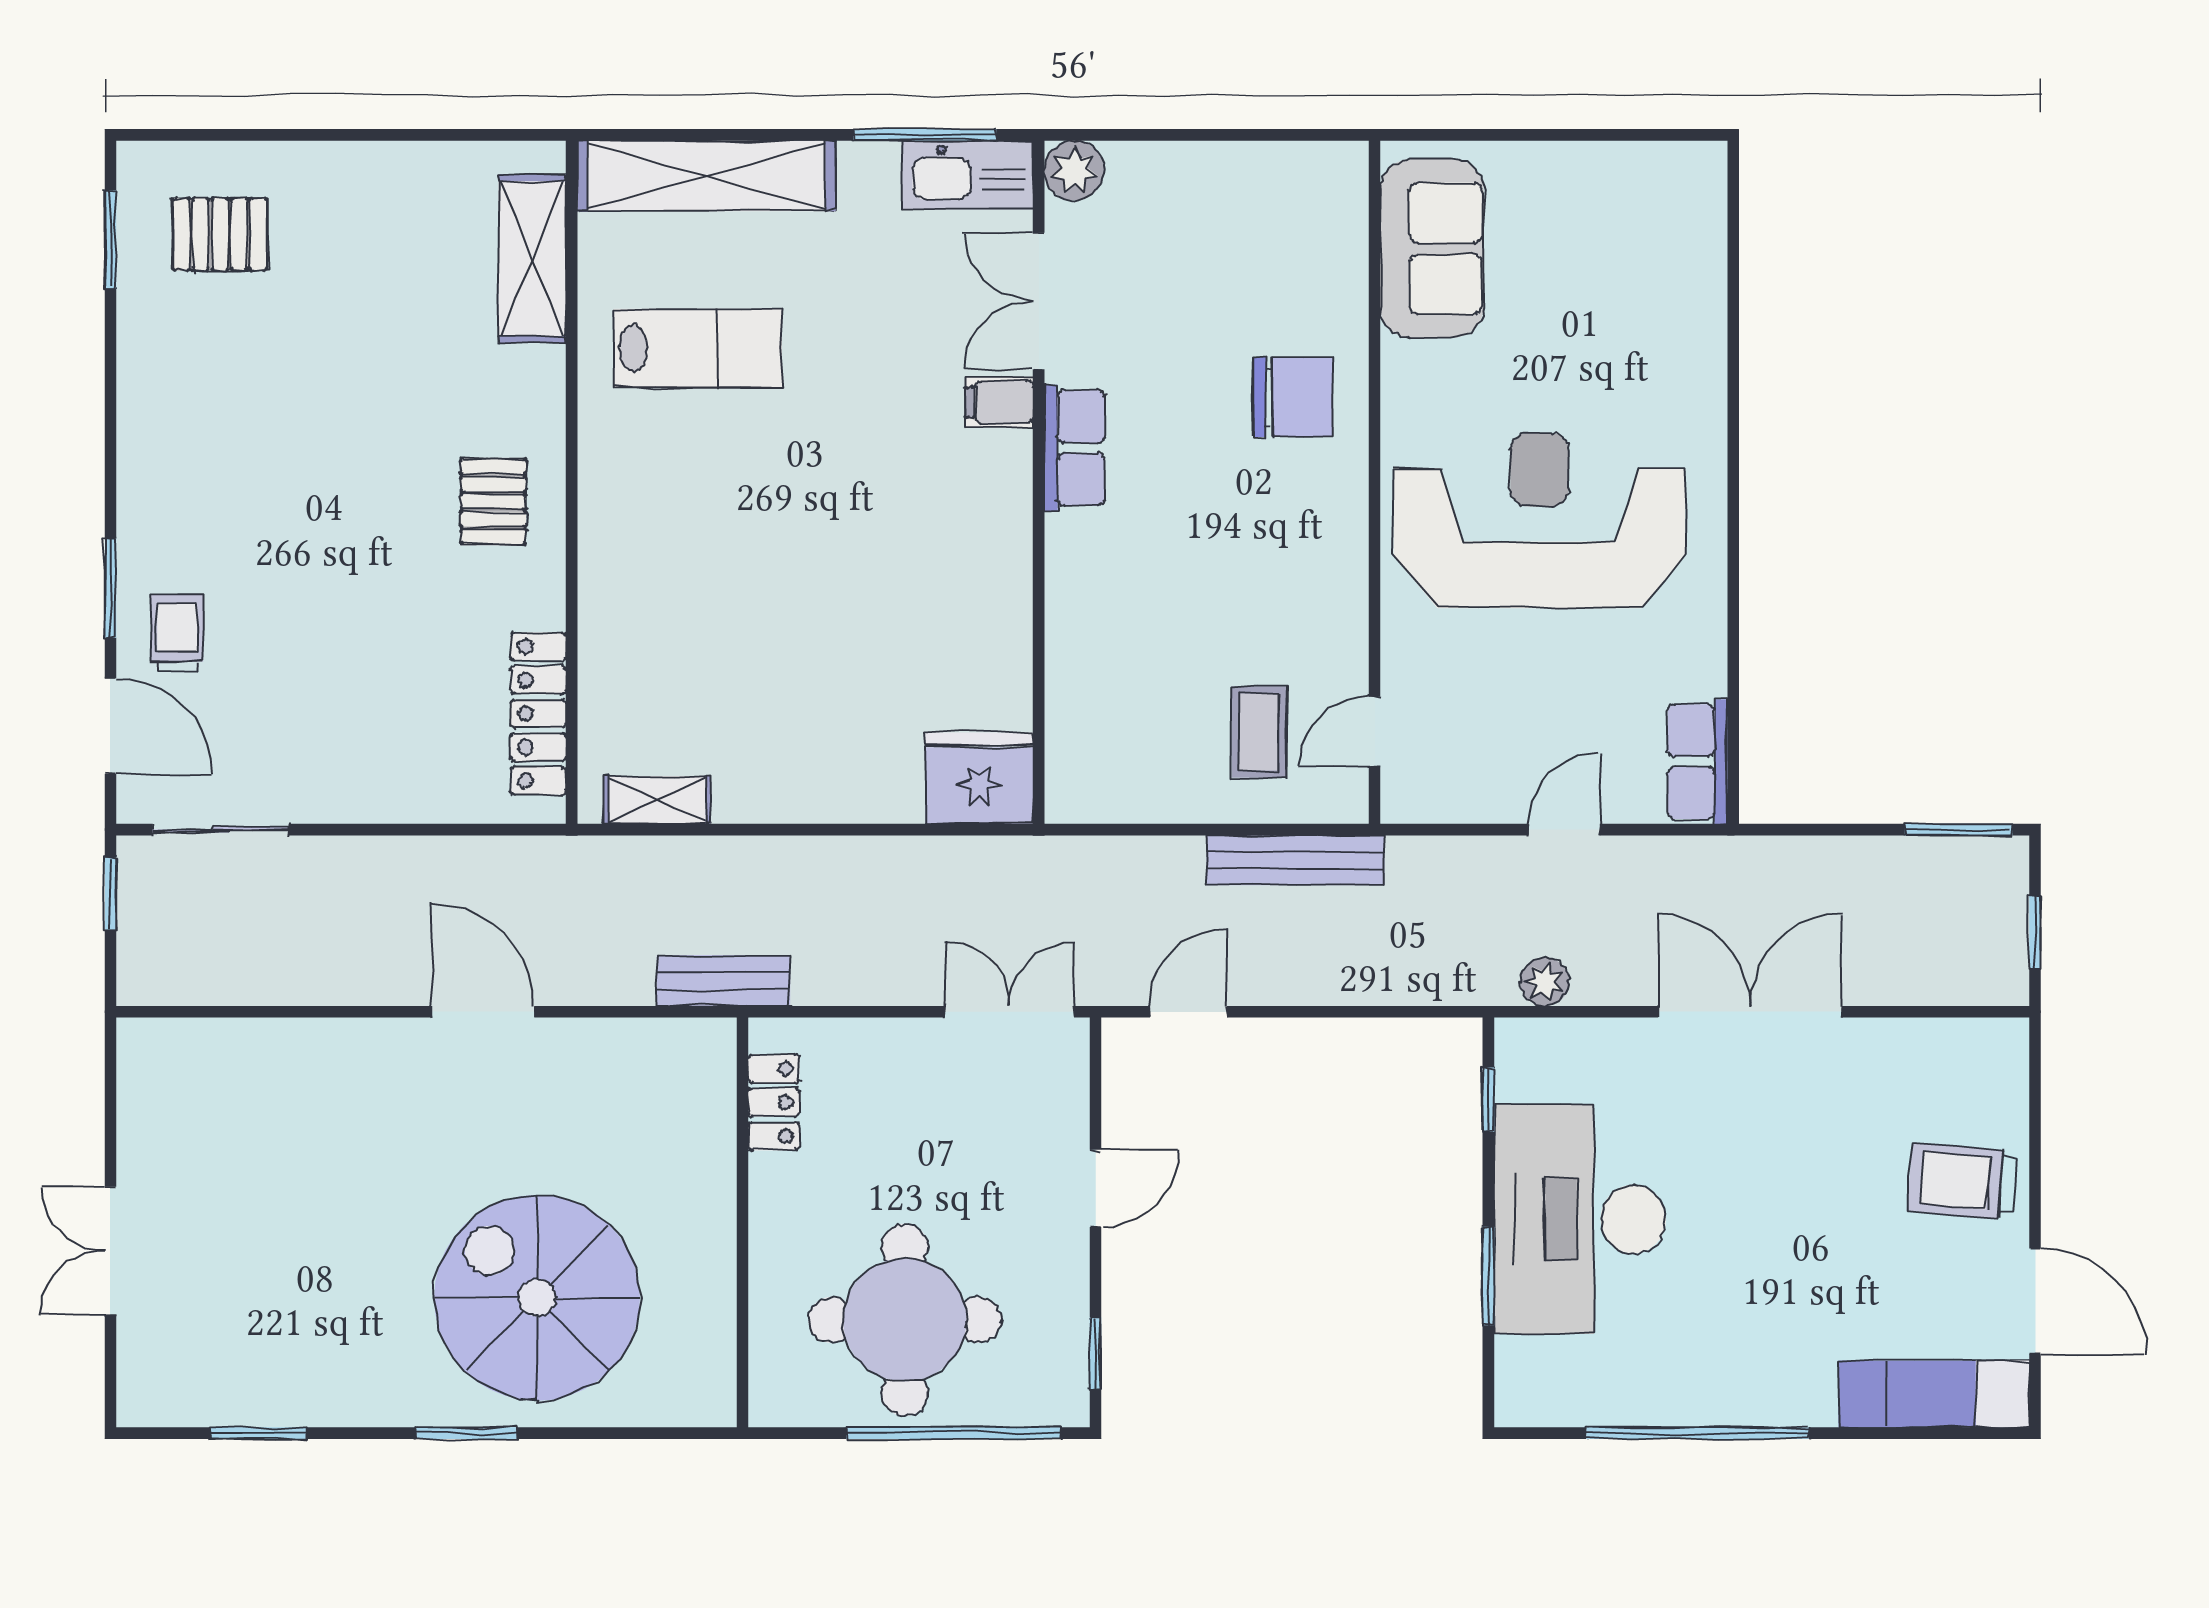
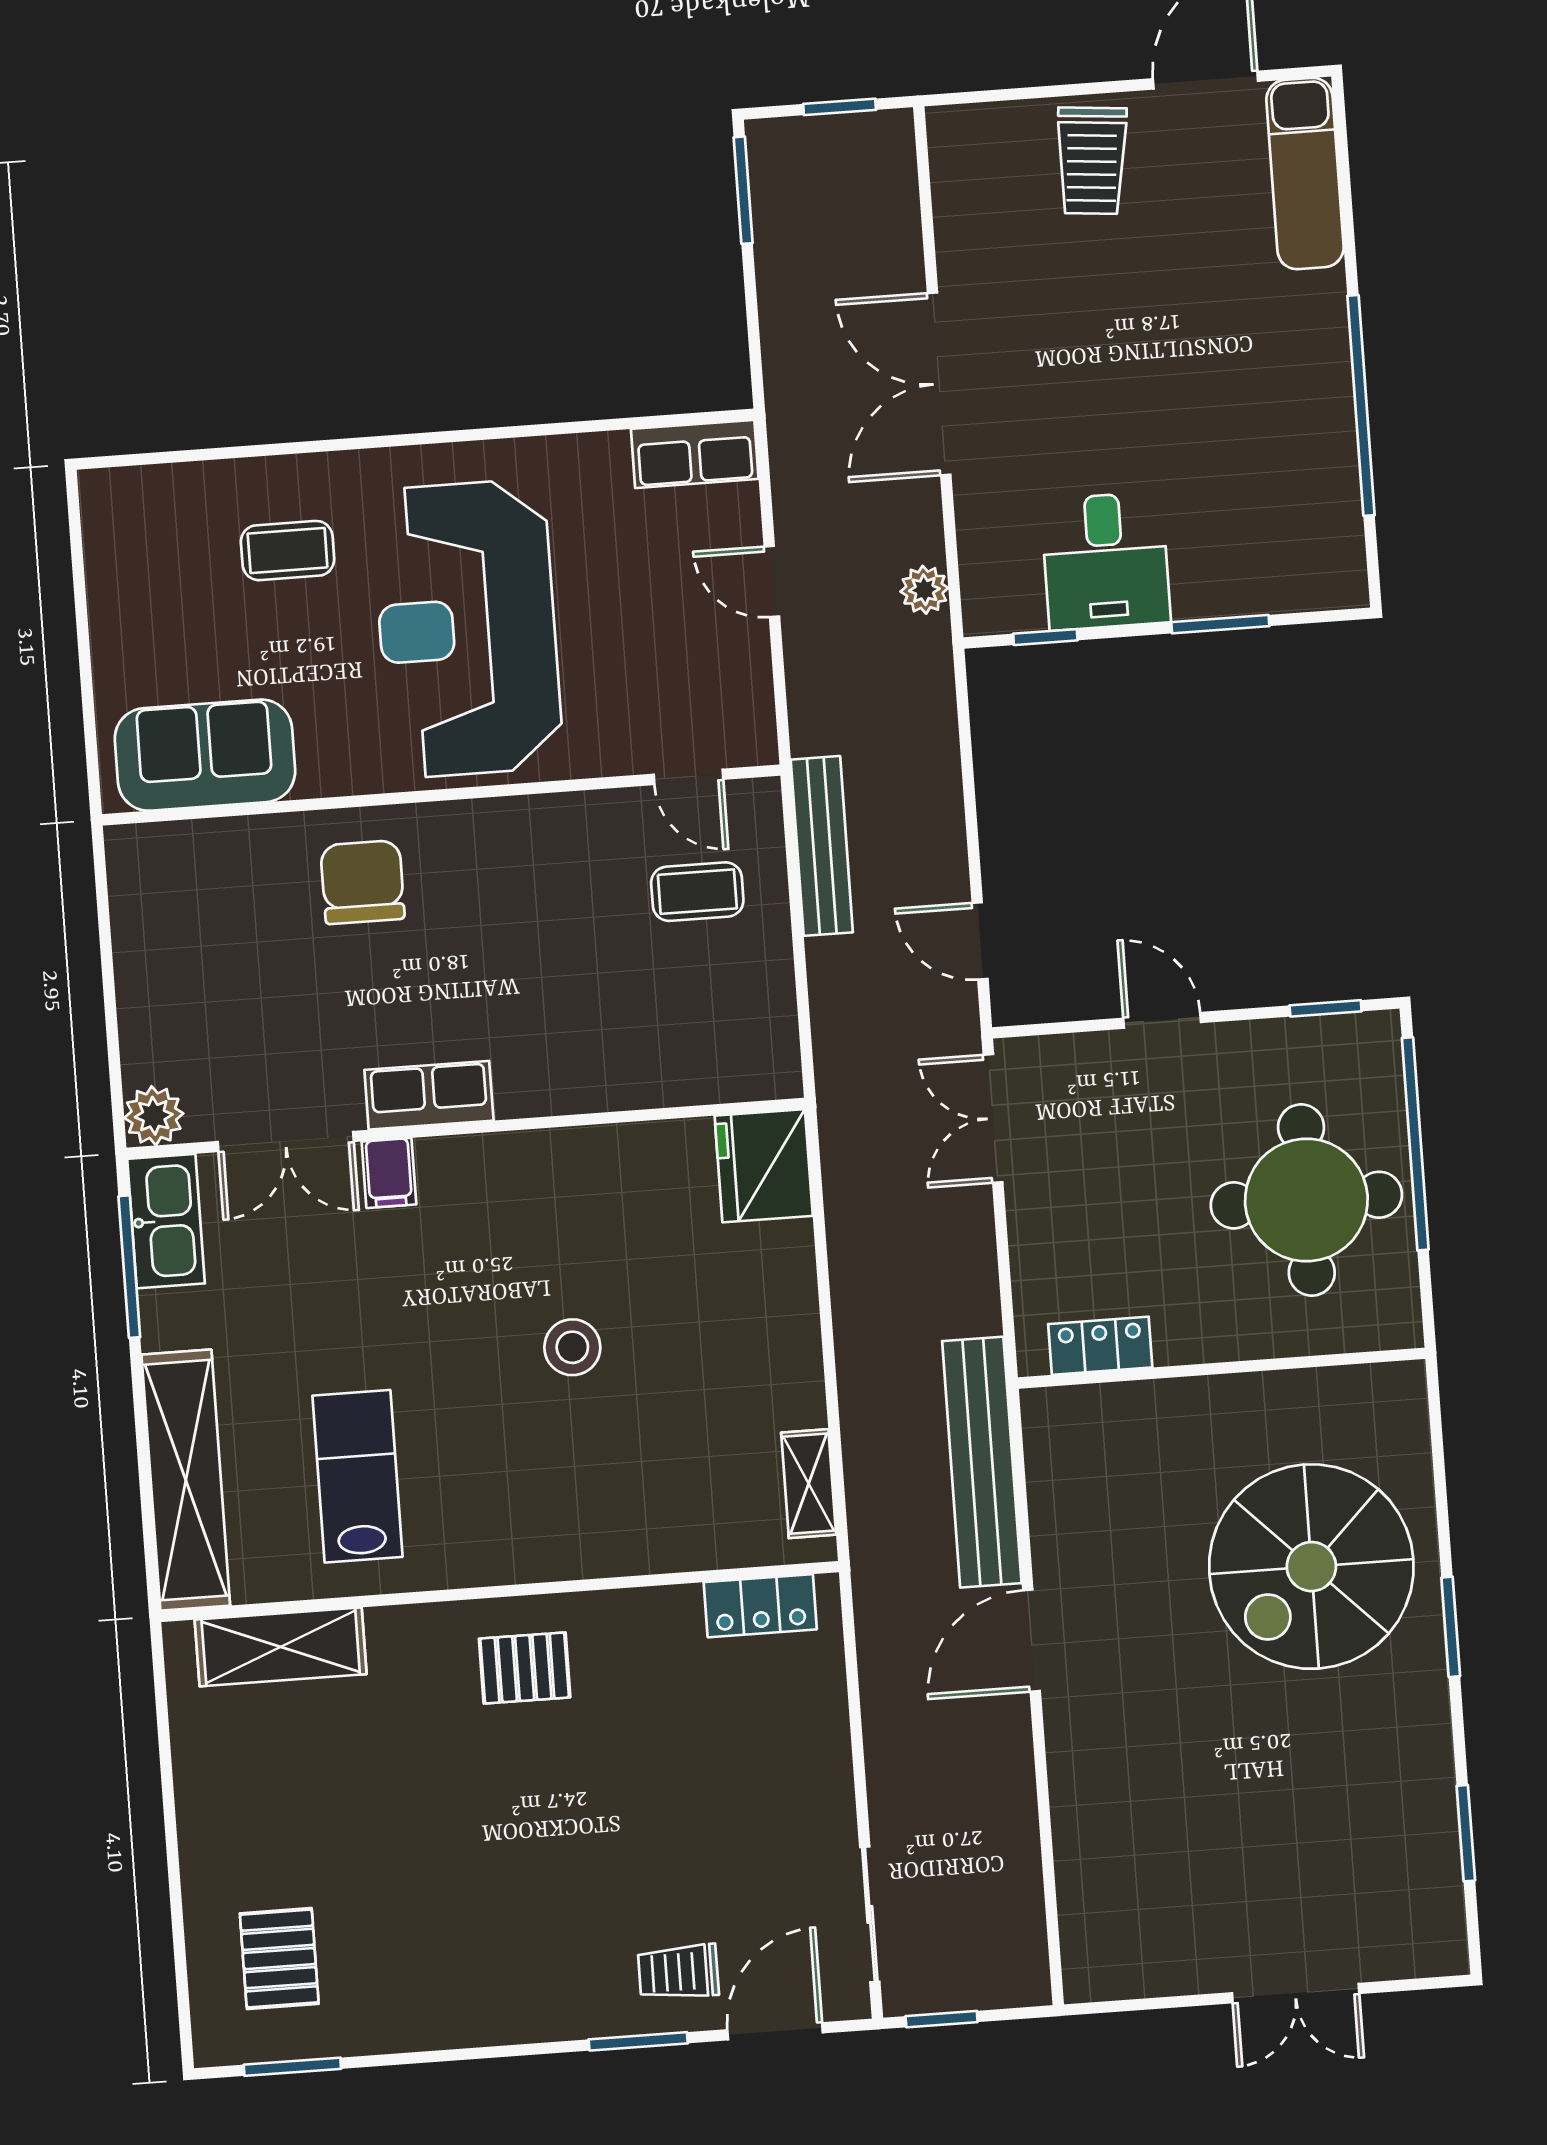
coffee table: (1631, 346) -> (288, 551), added
stool: (811, 573) -> (572, 1347), added
locker: (538, 714) -> (760, 1606), width x0.66
bench: (724, 981) -> (982, 1462), width x1.86, depth x1.21
desk: (1580, 1219) -> (1106, 561), width x0.53, depth x0.77

